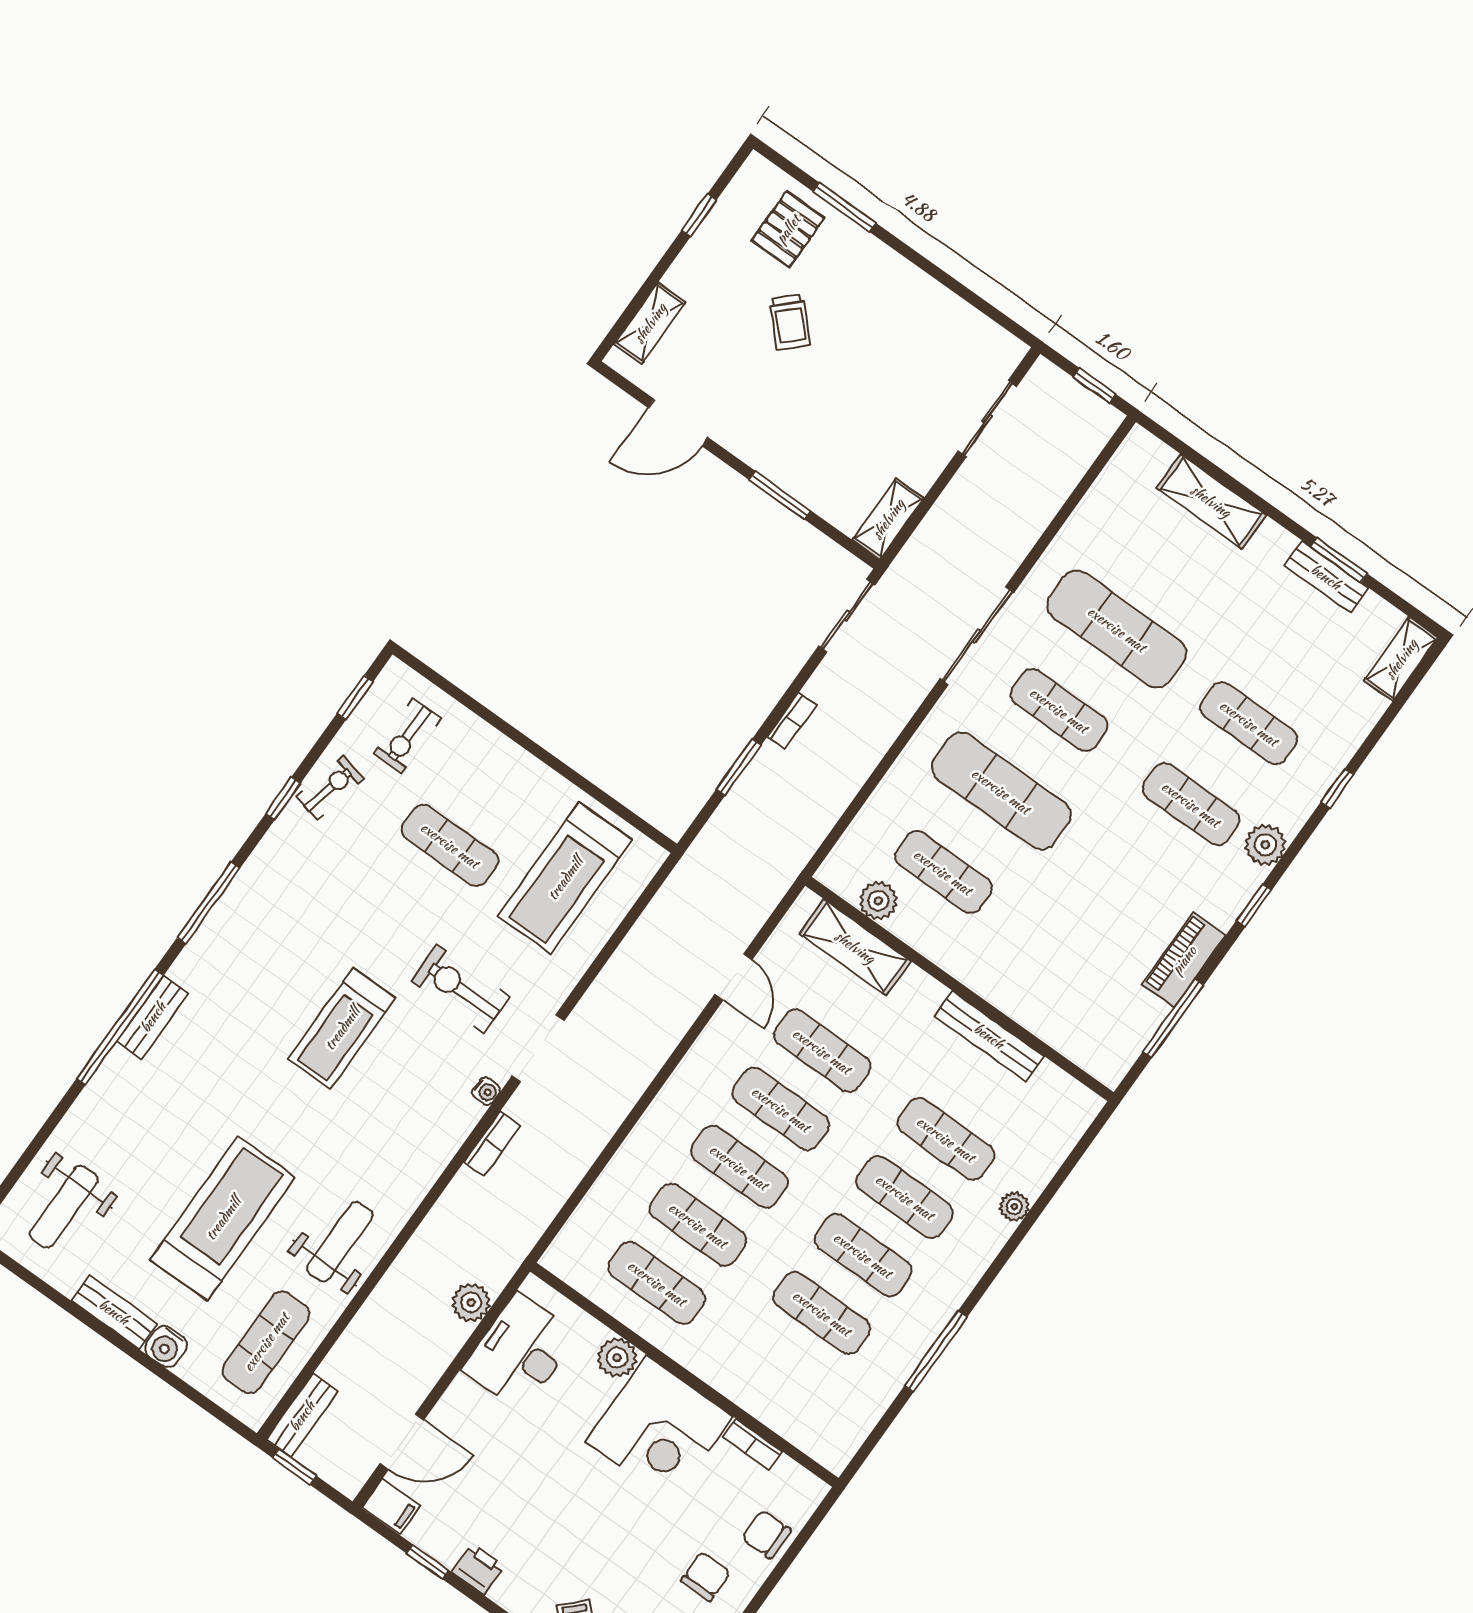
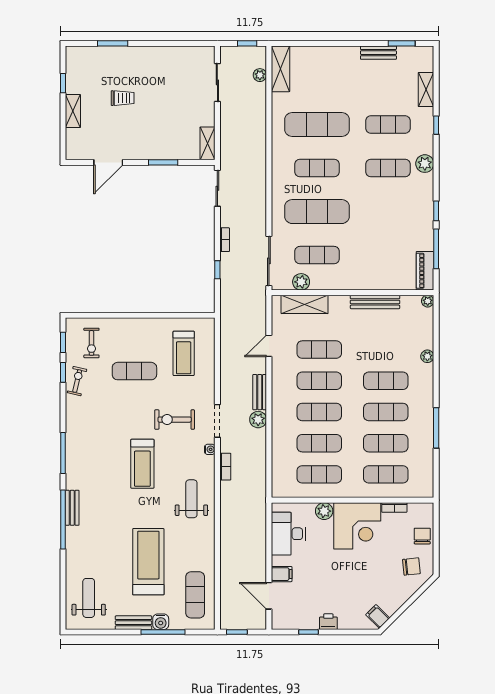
pallet: (788, 229) -> (98, 66), removed
trolley: (790, 322) -> (123, 98), turned -46
shelving: (650, 323) -> (73, 111), moved
plant: (1076, 461) -> (260, 75), added
shelving: (1211, 501) -> (280, 69), moved, turned 90
window: (1339, 560) -> (402, 43), moved
sliding door: (977, 636) -> (269, 261), moved
shelving: (1401, 659) -> (426, 89), moved
window: (739, 767) -> (217, 270), width x0.67
window: (283, 798) -> (63, 372), moved
treadmill: (565, 878) -> (184, 353), width x0.73, depth x0.73
window: (1254, 905) -> (436, 211), moved
piano: (1184, 960) -> (425, 271), moved
door: (733, 977) -> (269, 346), swing flipped
plant: (1088, 1104) -> (428, 301), added
exercise mat: (946, 1139) -> (386, 474), moved
weight bench: (64, 1207) -> (89, 598), turned 180
weight bench: (340, 1242) -> (191, 499), moved
plant: (471, 1302) -> (258, 420), moved
window: (157, 1369) -> (163, 632), added
bench: (302, 1416) -> (260, 392), moved
door: (402, 1442) -> (269, 596), swing flipped
filing cabinet: (391, 1507) -> (282, 574), moved
chair: (766, 1534) -> (422, 536), turned 90
chair: (706, 1576) -> (411, 567), turned 84

